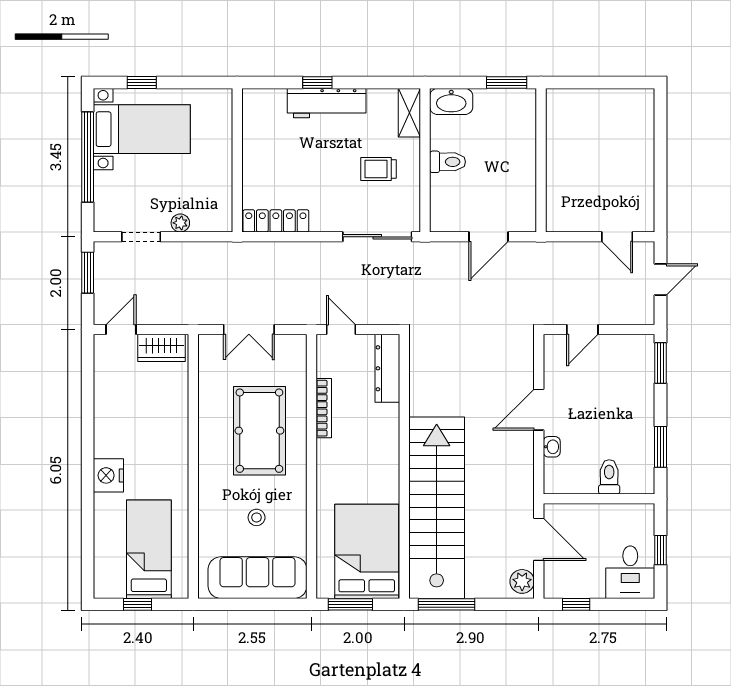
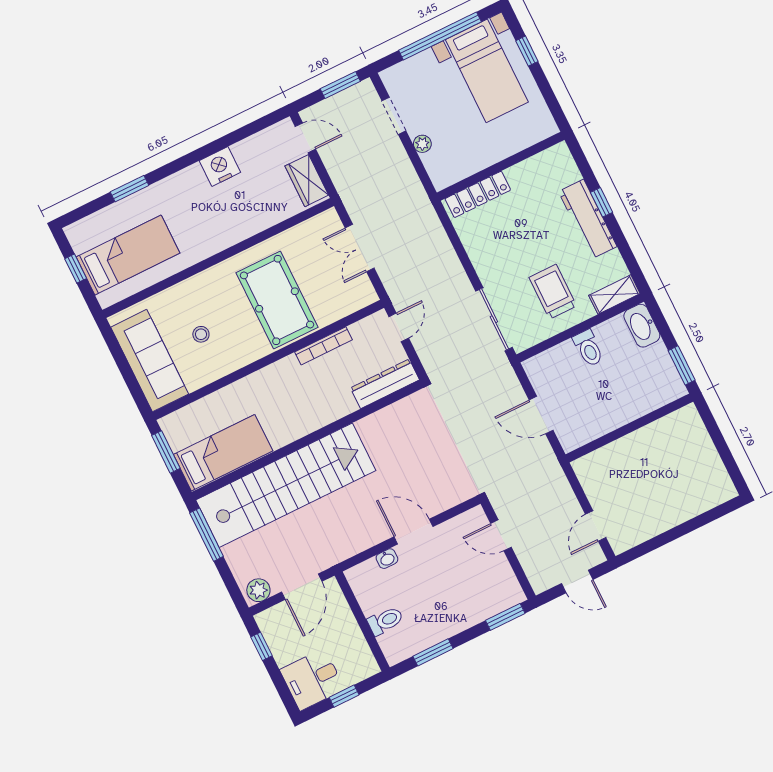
trolley: (379, 169) -> (553, 292), width x1.36, depth x1.39
locker: (276, 221) -> (478, 194), moved, turned 90
pool table: (259, 431) -> (277, 300), turned 90
nightstand: (108, 475) -> (220, 167), moved
window: (88, 517) -> (130, 189), added
bed: (367, 551) -> (223, 453), width x0.67

